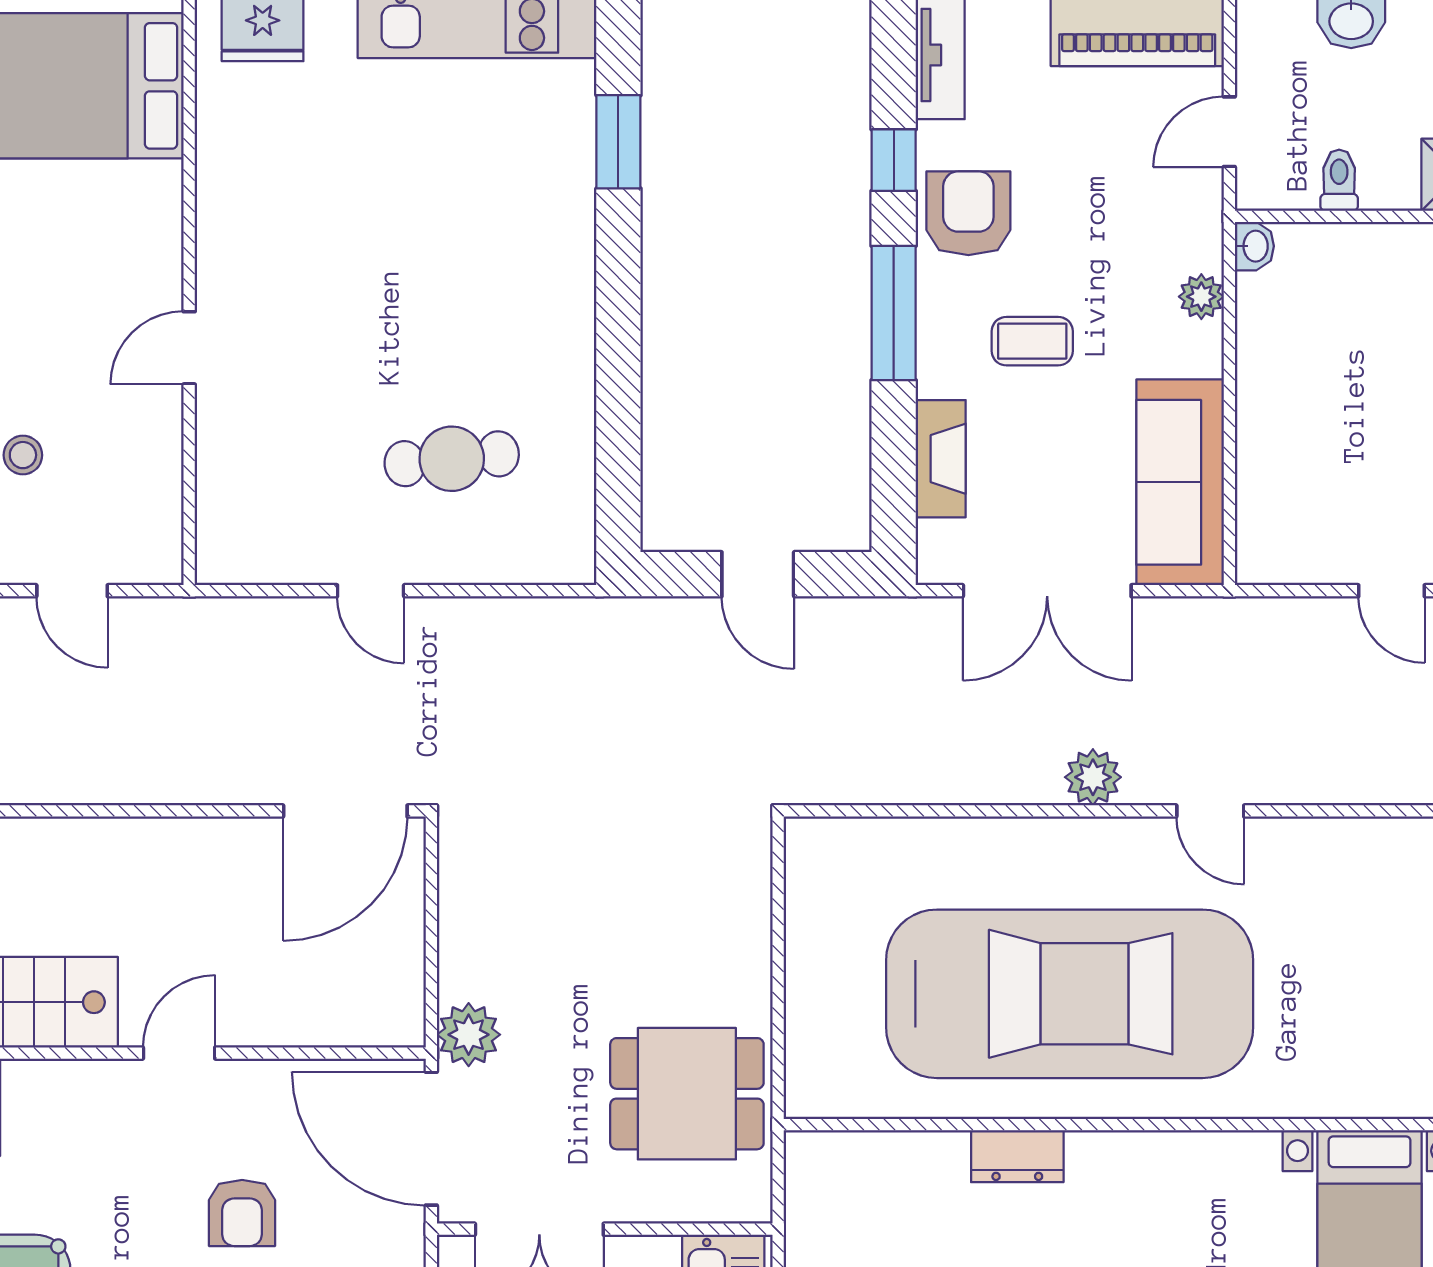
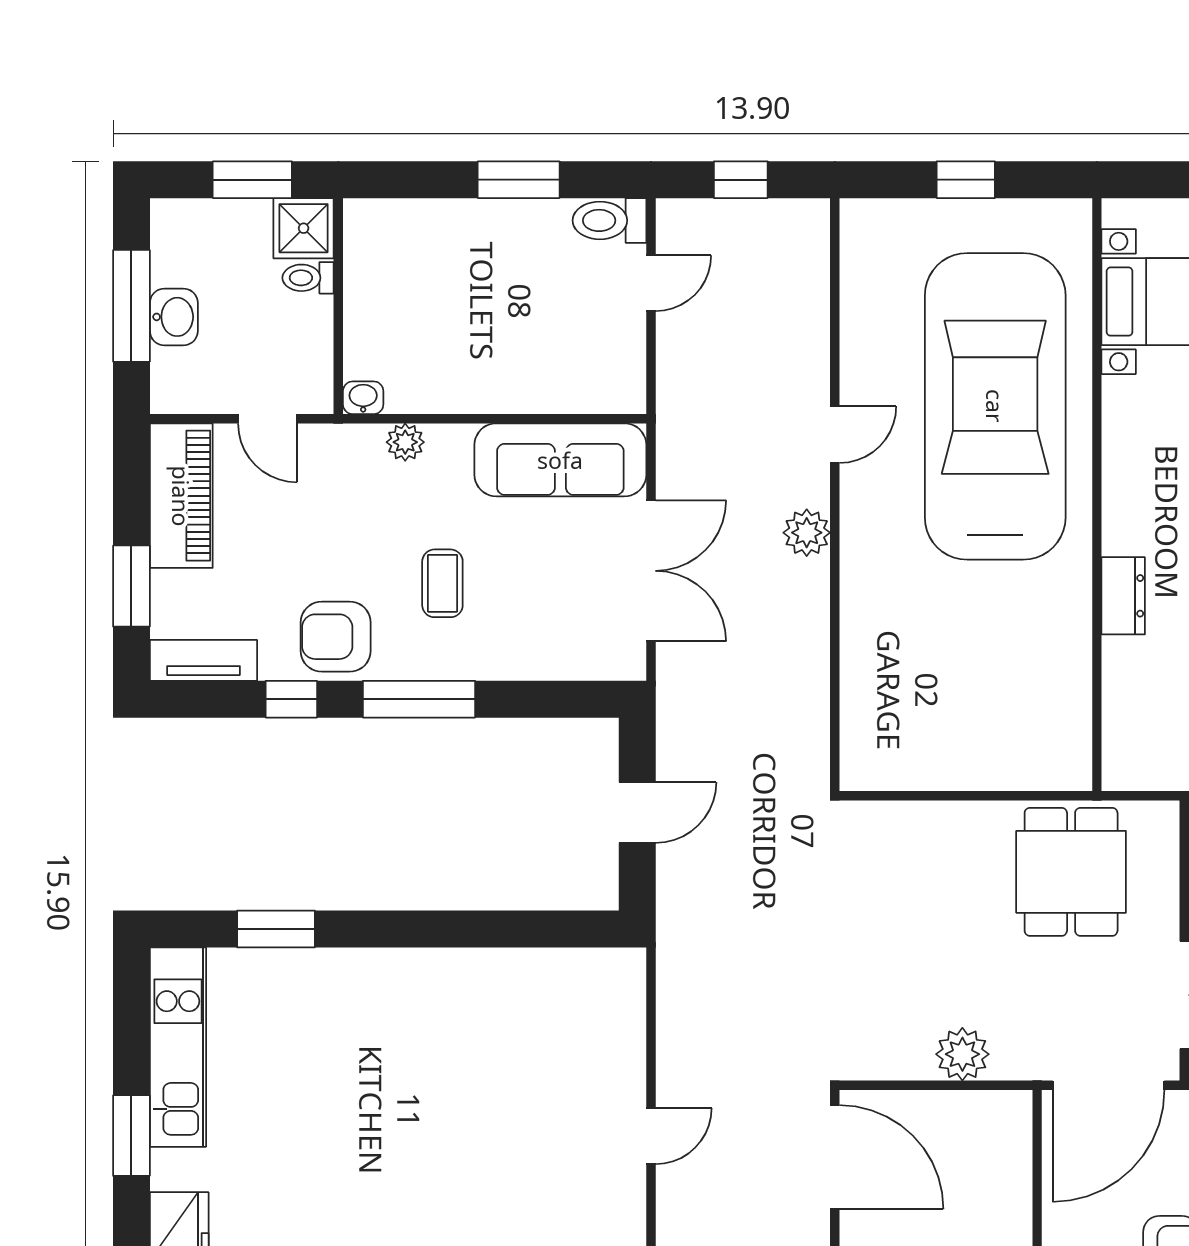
toilet: (1339, 180) -> (308, 278), moved
cafe table: (452, 459) -> (541, 1068), removed
fireplace: (941, 459) -> (541, 660), removed
car: (1070, 994) -> (995, 406), moved
plant: (469, 1035) -> (962, 1054), moved

